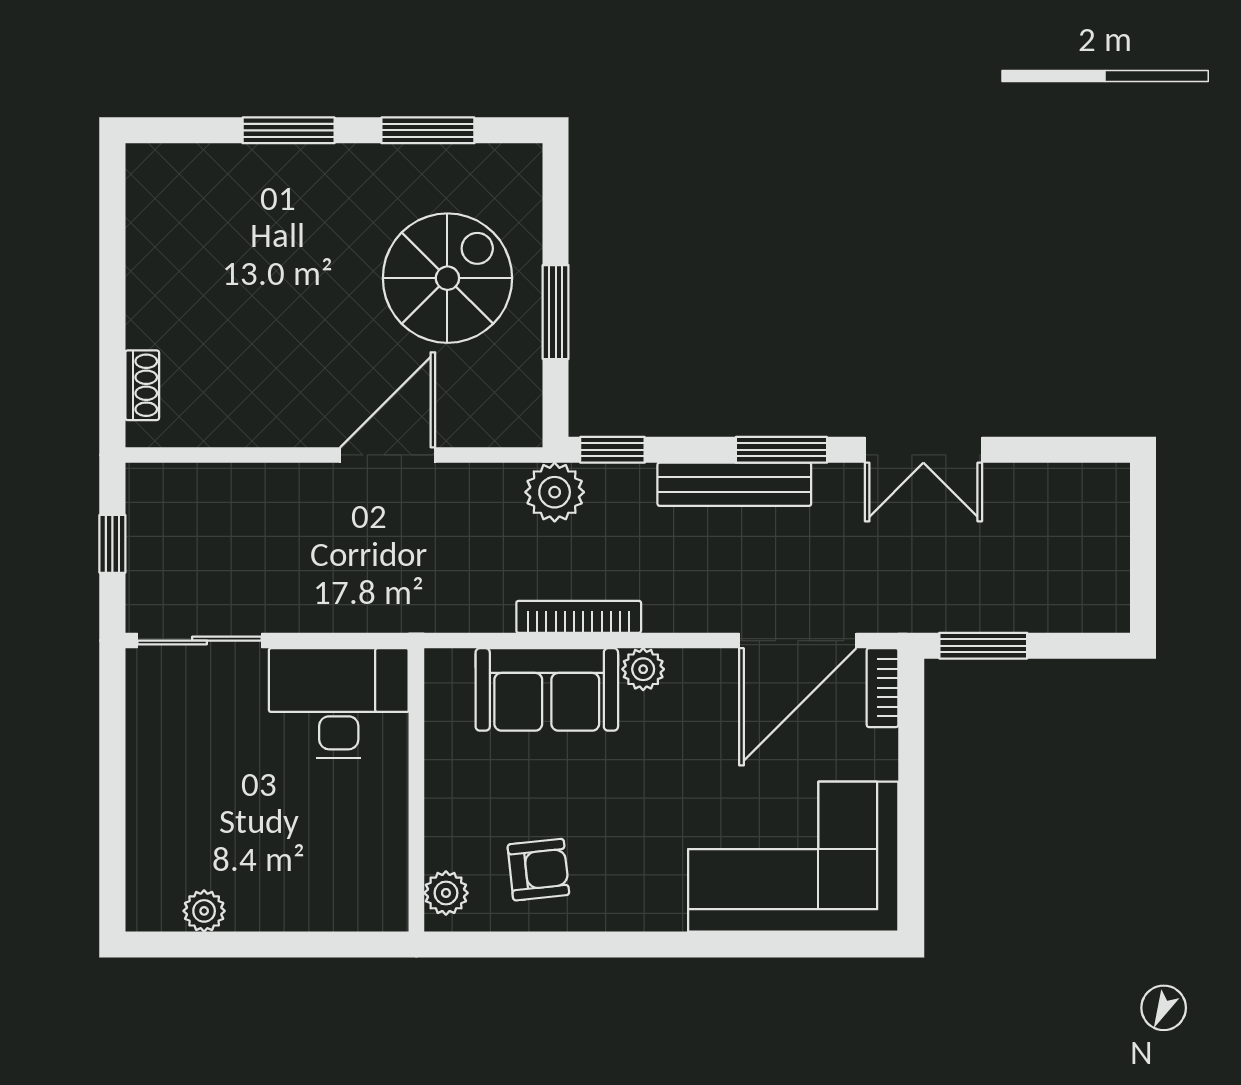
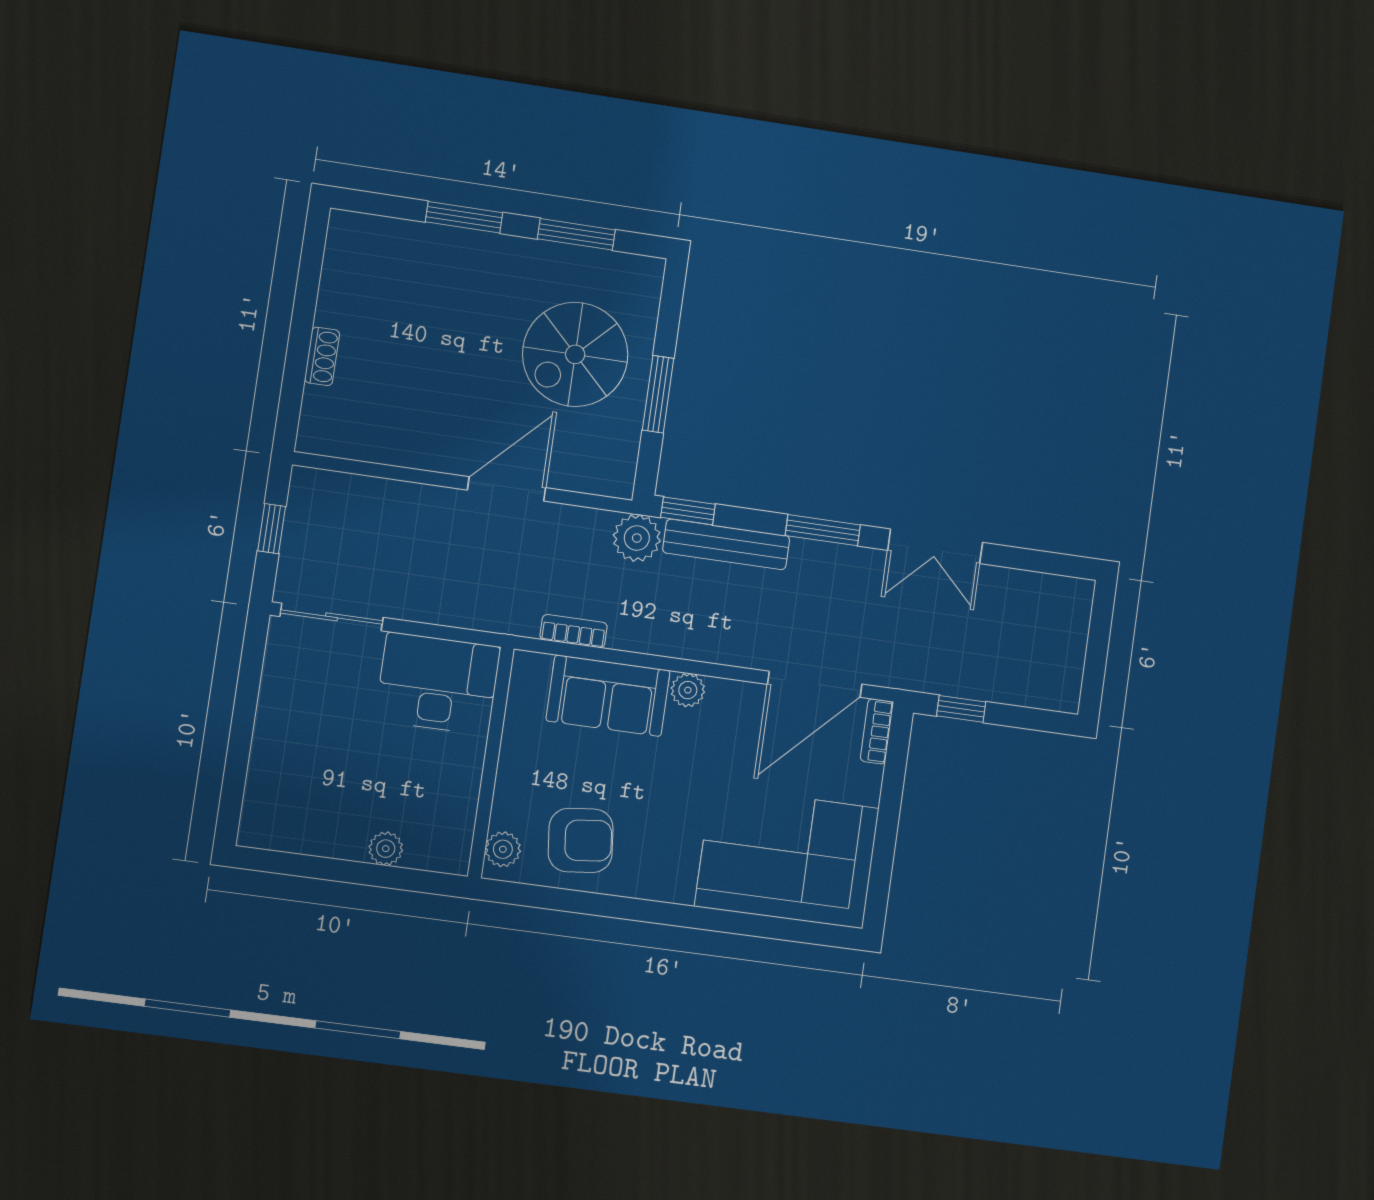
spiral stairs: (447, 278) -> (575, 354), turned 180
shoe rack: (142, 385) -> (322, 356), moved
bench: (734, 484) -> (726, 544), moved
bookcase: (579, 617) -> (574, 631), moved, width x0.64
window: (983, 646) -> (961, 709), width x0.67
armchair: (538, 870) -> (581, 840), width x1.38, depth x1.38
plant: (204, 911) -> (386, 849), moved

